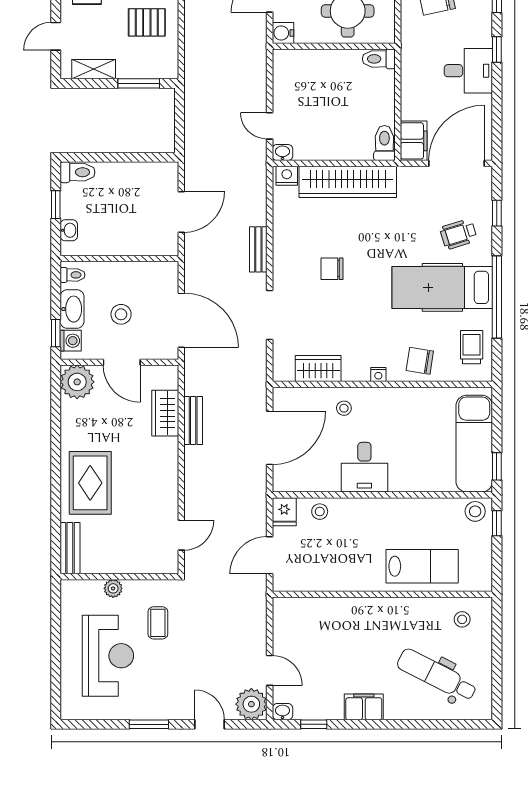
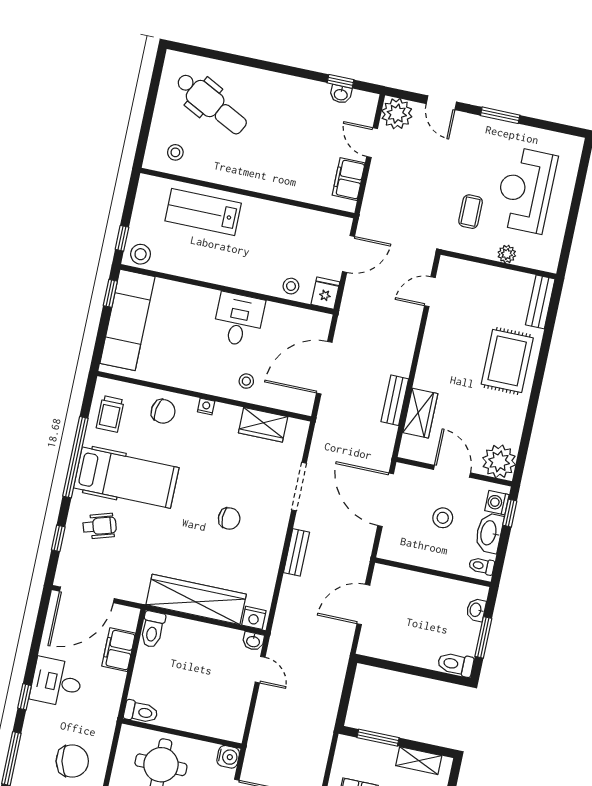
filing cabinet: (414, 141) -> (119, 650), moved
window: (56, 205) -> (483, 637), width x1.50
filing cabinet: (364, 707) -> (349, 179), moved, turned 90
washbasin: (283, 712) -> (341, 94), moved

